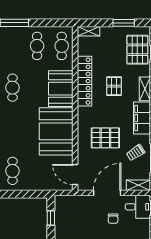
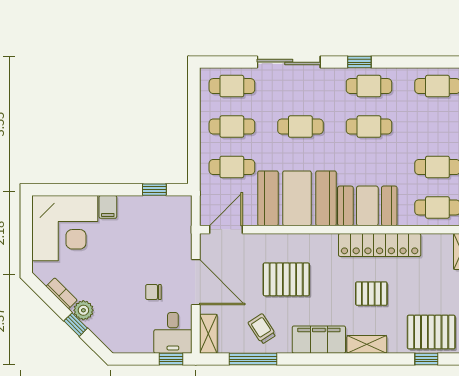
cafe table: (12, 129) -> (300, 127), added
pallet: (105, 138) -> (286, 279), turned 90
cafe table: (37, 171) -> (232, 167), added

